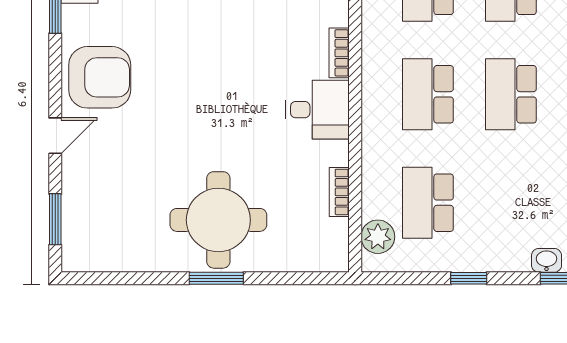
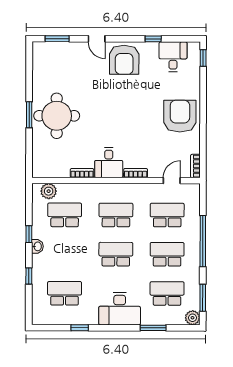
bookcase: (339, 192) -> (82, 173), moved
washbasin: (547, 260) -> (37, 246), moved

